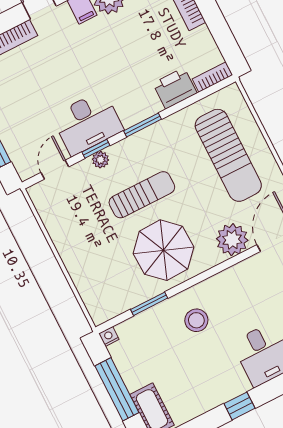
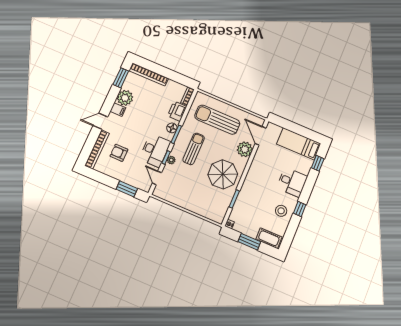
armchair: (28, 80) -> (119, 153), added
floor lamp: (144, 109) -> (172, 128), added
sun lounger: (228, 155) -> (217, 120), turned 180
sun lounger: (142, 195) -> (194, 149), moved
stool: (196, 320) -> (281, 211), moved
window: (117, 389) -> (249, 242), width x0.69

